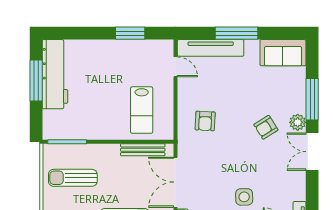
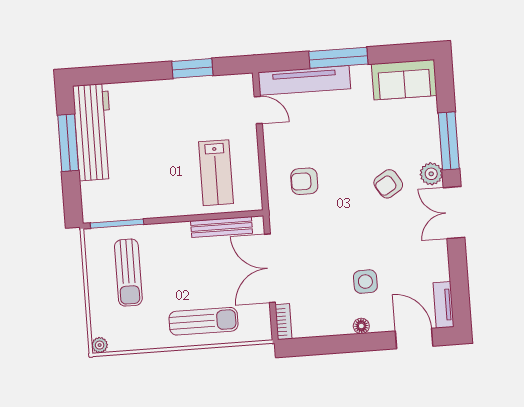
armchair: (205, 121) -> (304, 181), turned 87
sun lounger: (73, 178) -> (128, 273), turned -90

